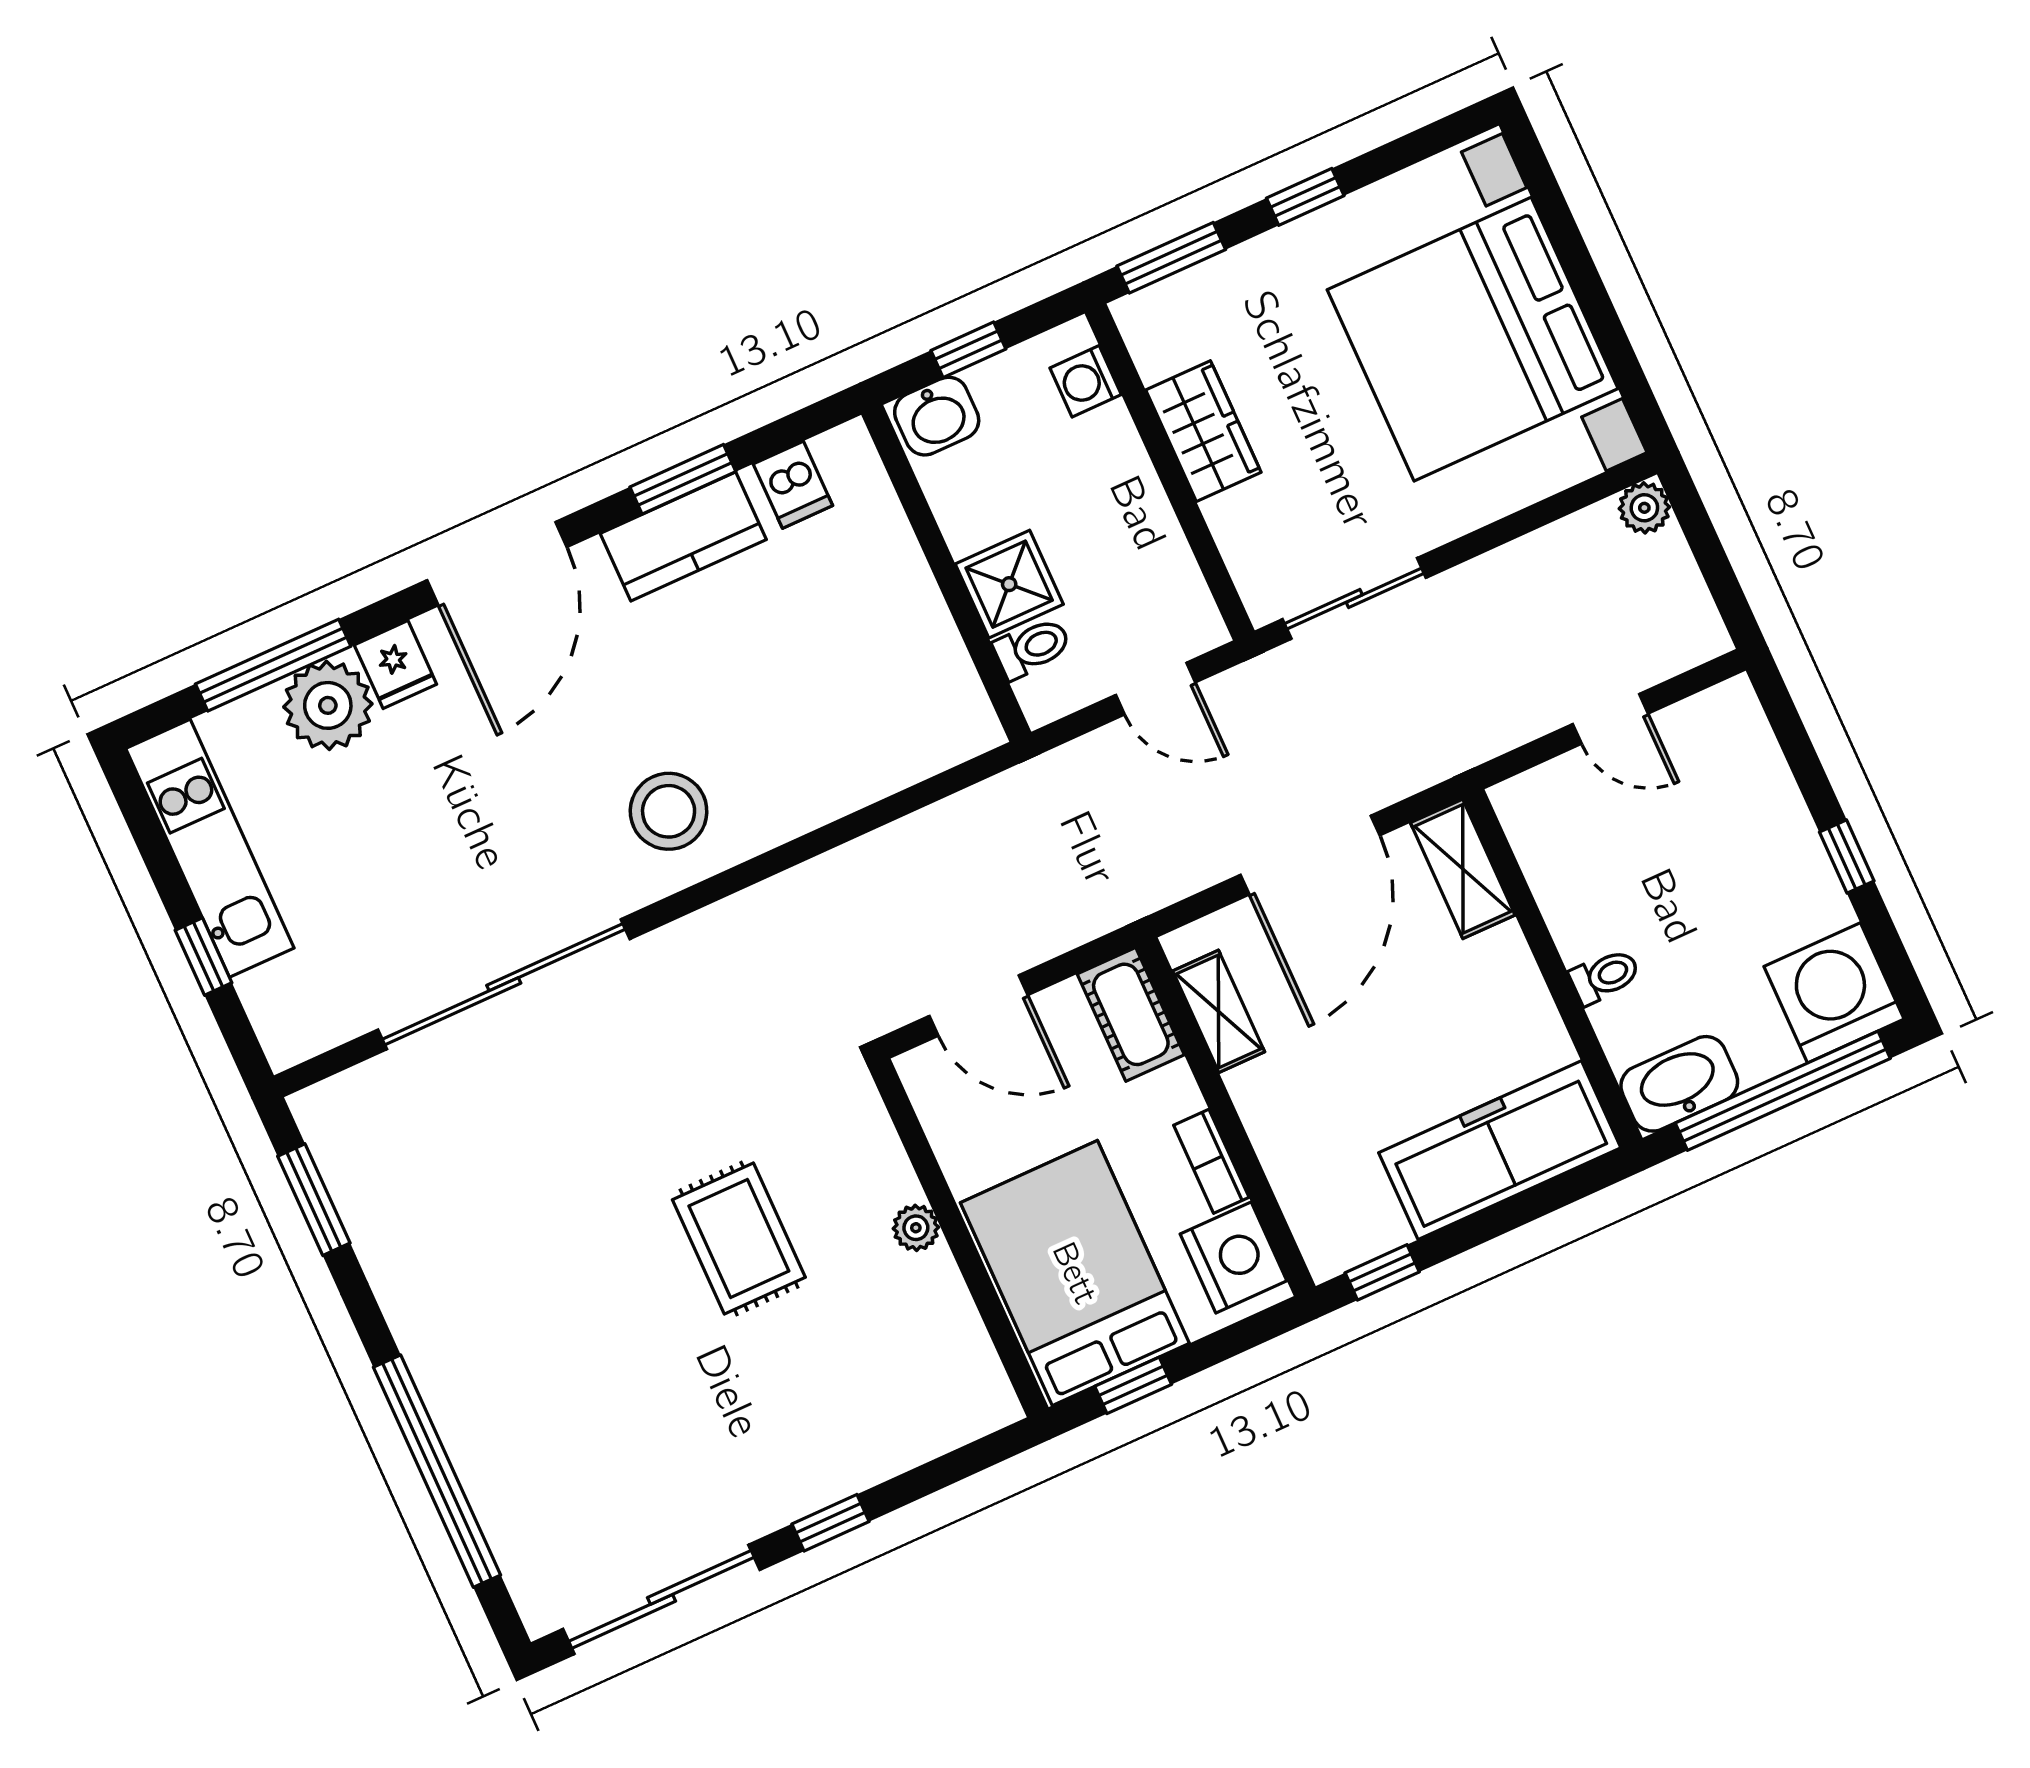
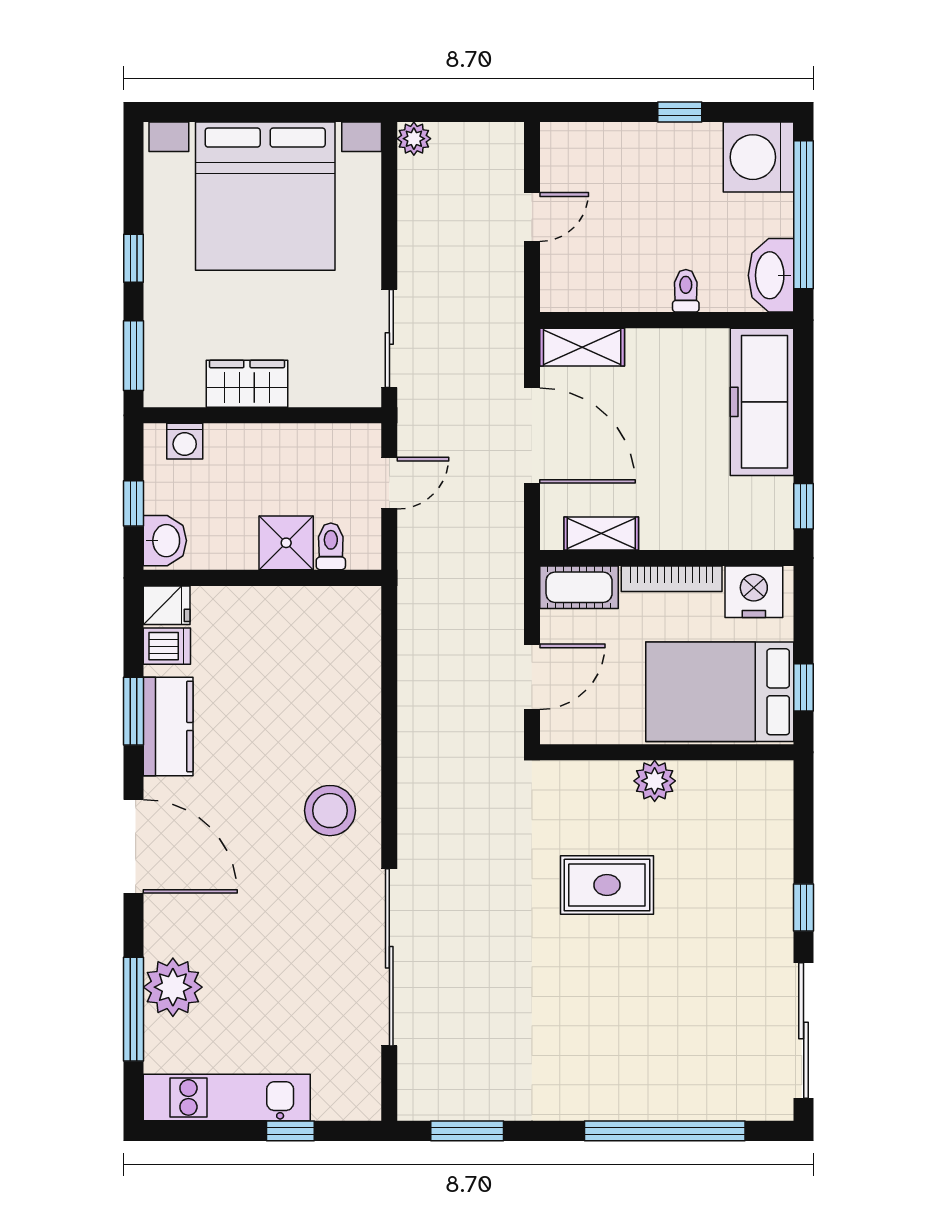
fridge: (395, 665) -> (167, 605), moved
bookcase: (1211, 1161) -> (672, 579), width x1.56
plant: (916, 1228) -> (655, 781), width x1.38, depth x1.38

